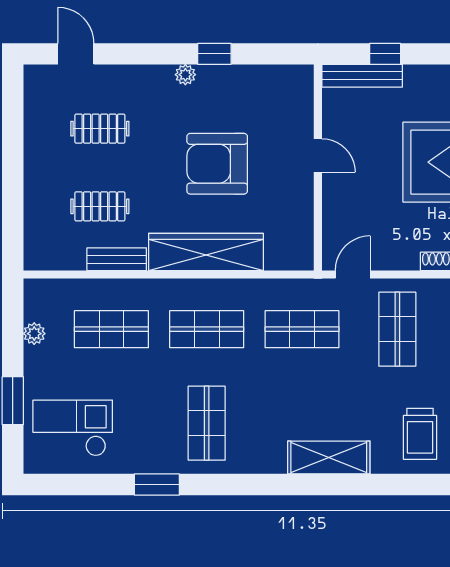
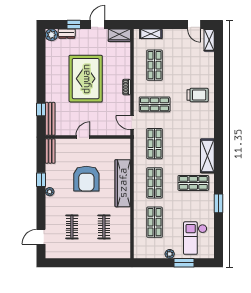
bench: (117, 259) -> (50, 151), moved
plant: (34, 334) -> (170, 254), moved
shelving: (329, 457) -> (207, 156), moved

